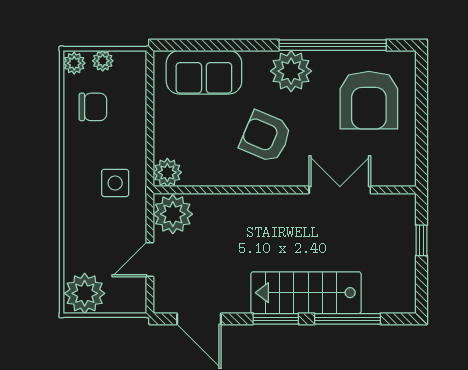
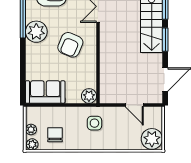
sofa: (204, 72) -> (45, 92), moved, turned -90
plant: (173, 214) -> (111, 93), removed

